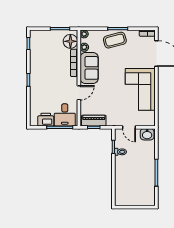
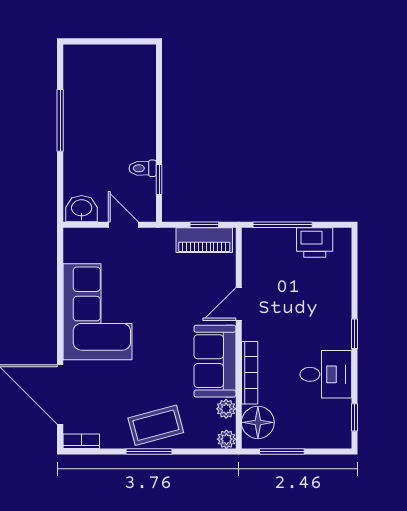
desk: (65, 115) -> (326, 374), moved, turned 90

